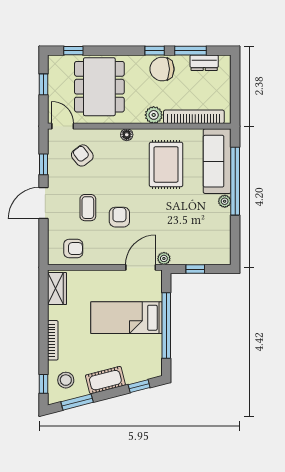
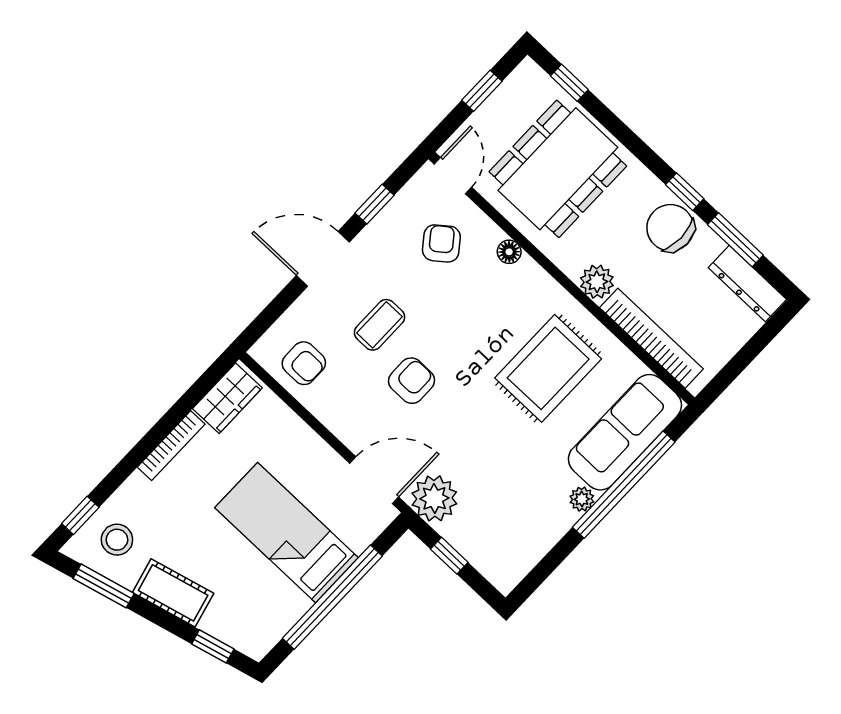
dresser: (204, 63) -> (747, 284), width x1.44
floor lamp: (127, 135) -> (509, 252), moved
plant: (164, 258) -> (434, 498), width x1.88, depth x1.88
bookcase: (53, 340) -> (171, 446), moved

